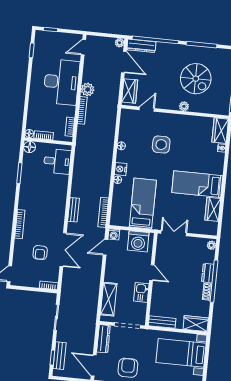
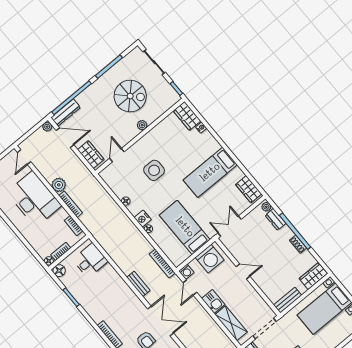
wardrobe: (213, 209) -> (249, 189), moved
dresser: (208, 273) -> (276, 219), moved
kitchen sink: (141, 292) -> (213, 301), moved, turned 180

